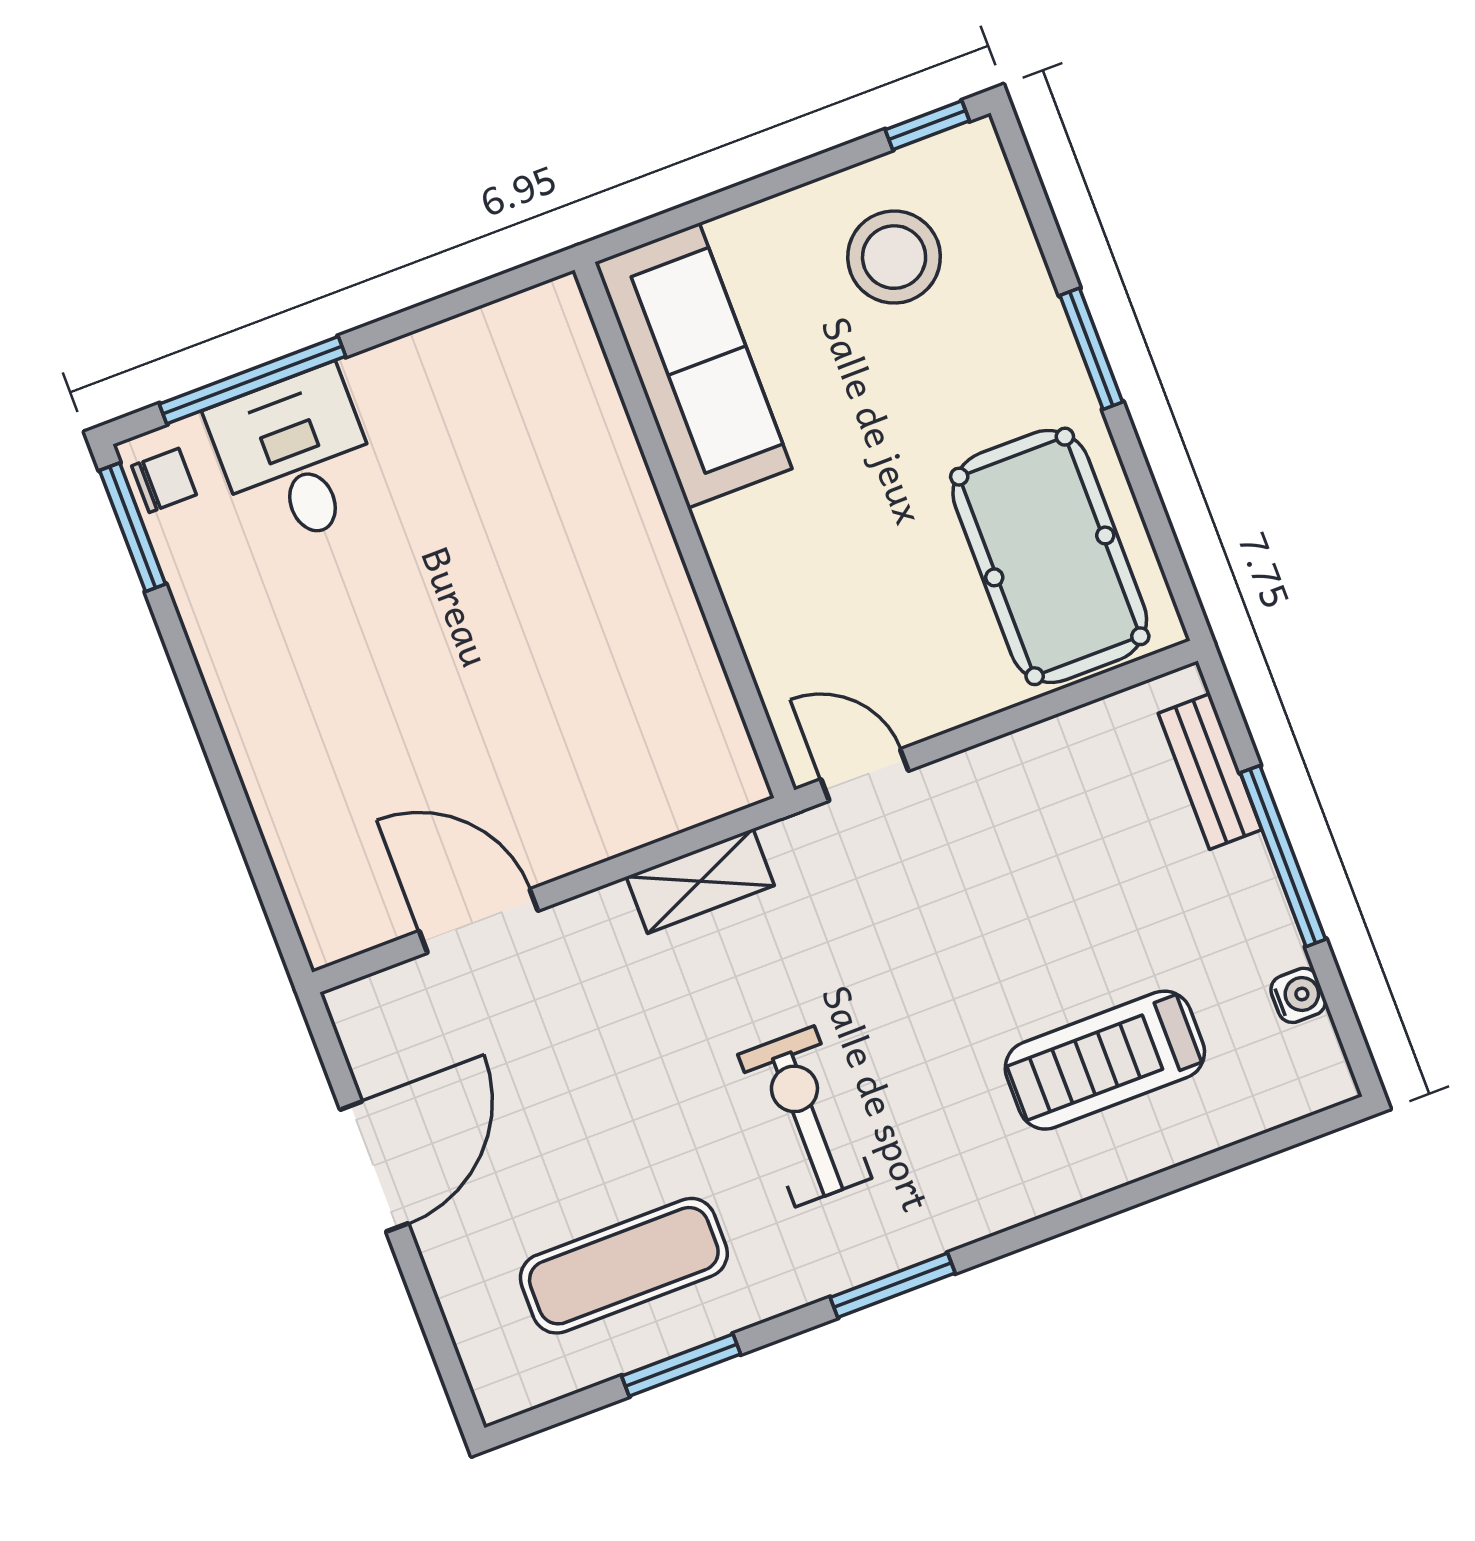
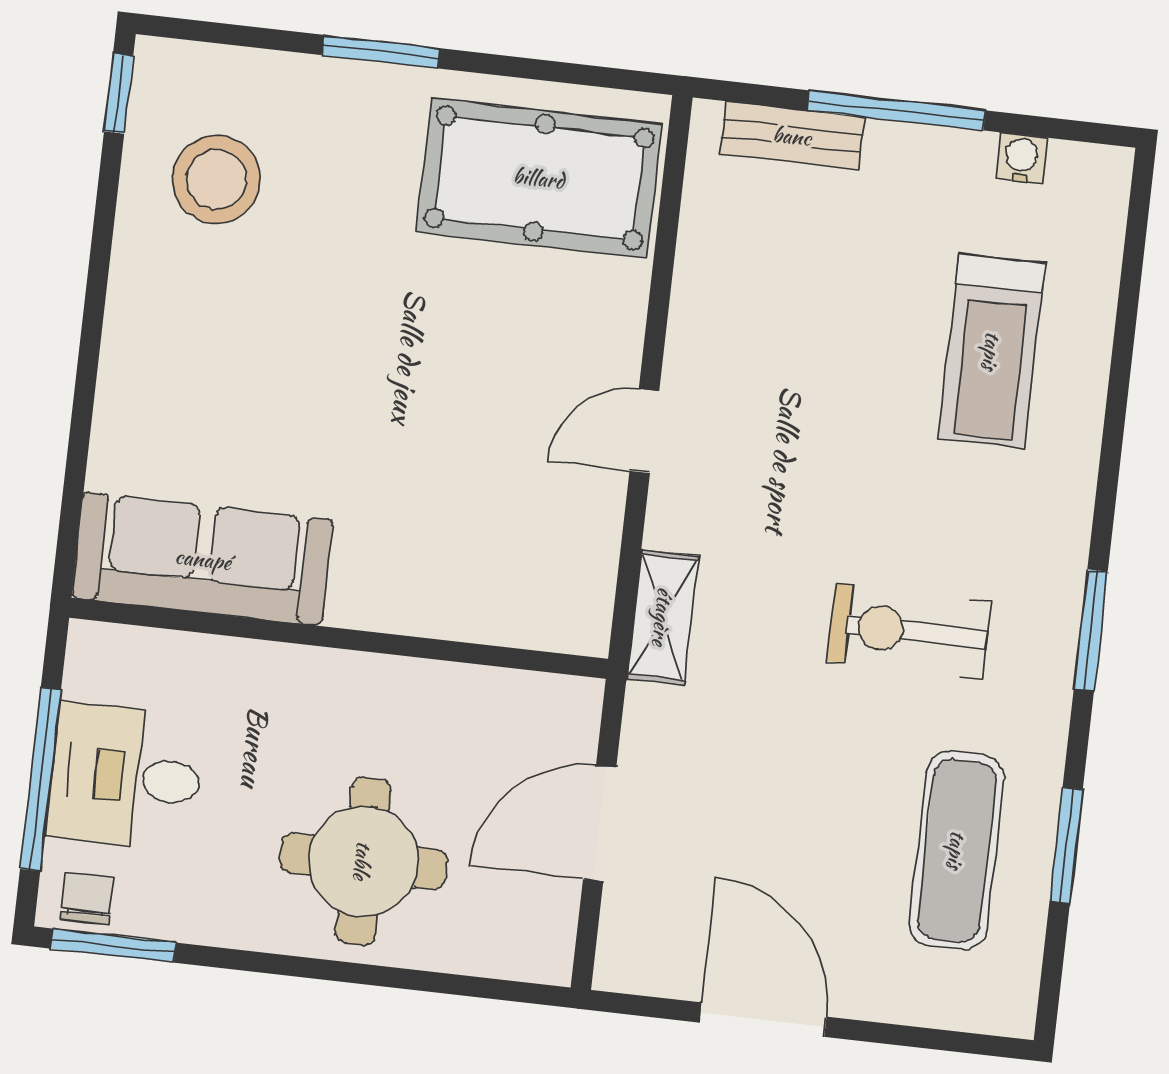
sofa: (693, 366) -> (203, 559), moved
wall: (684, 530) -> (339, 638), moved
round table: (331, 719) -> (363, 861), added

